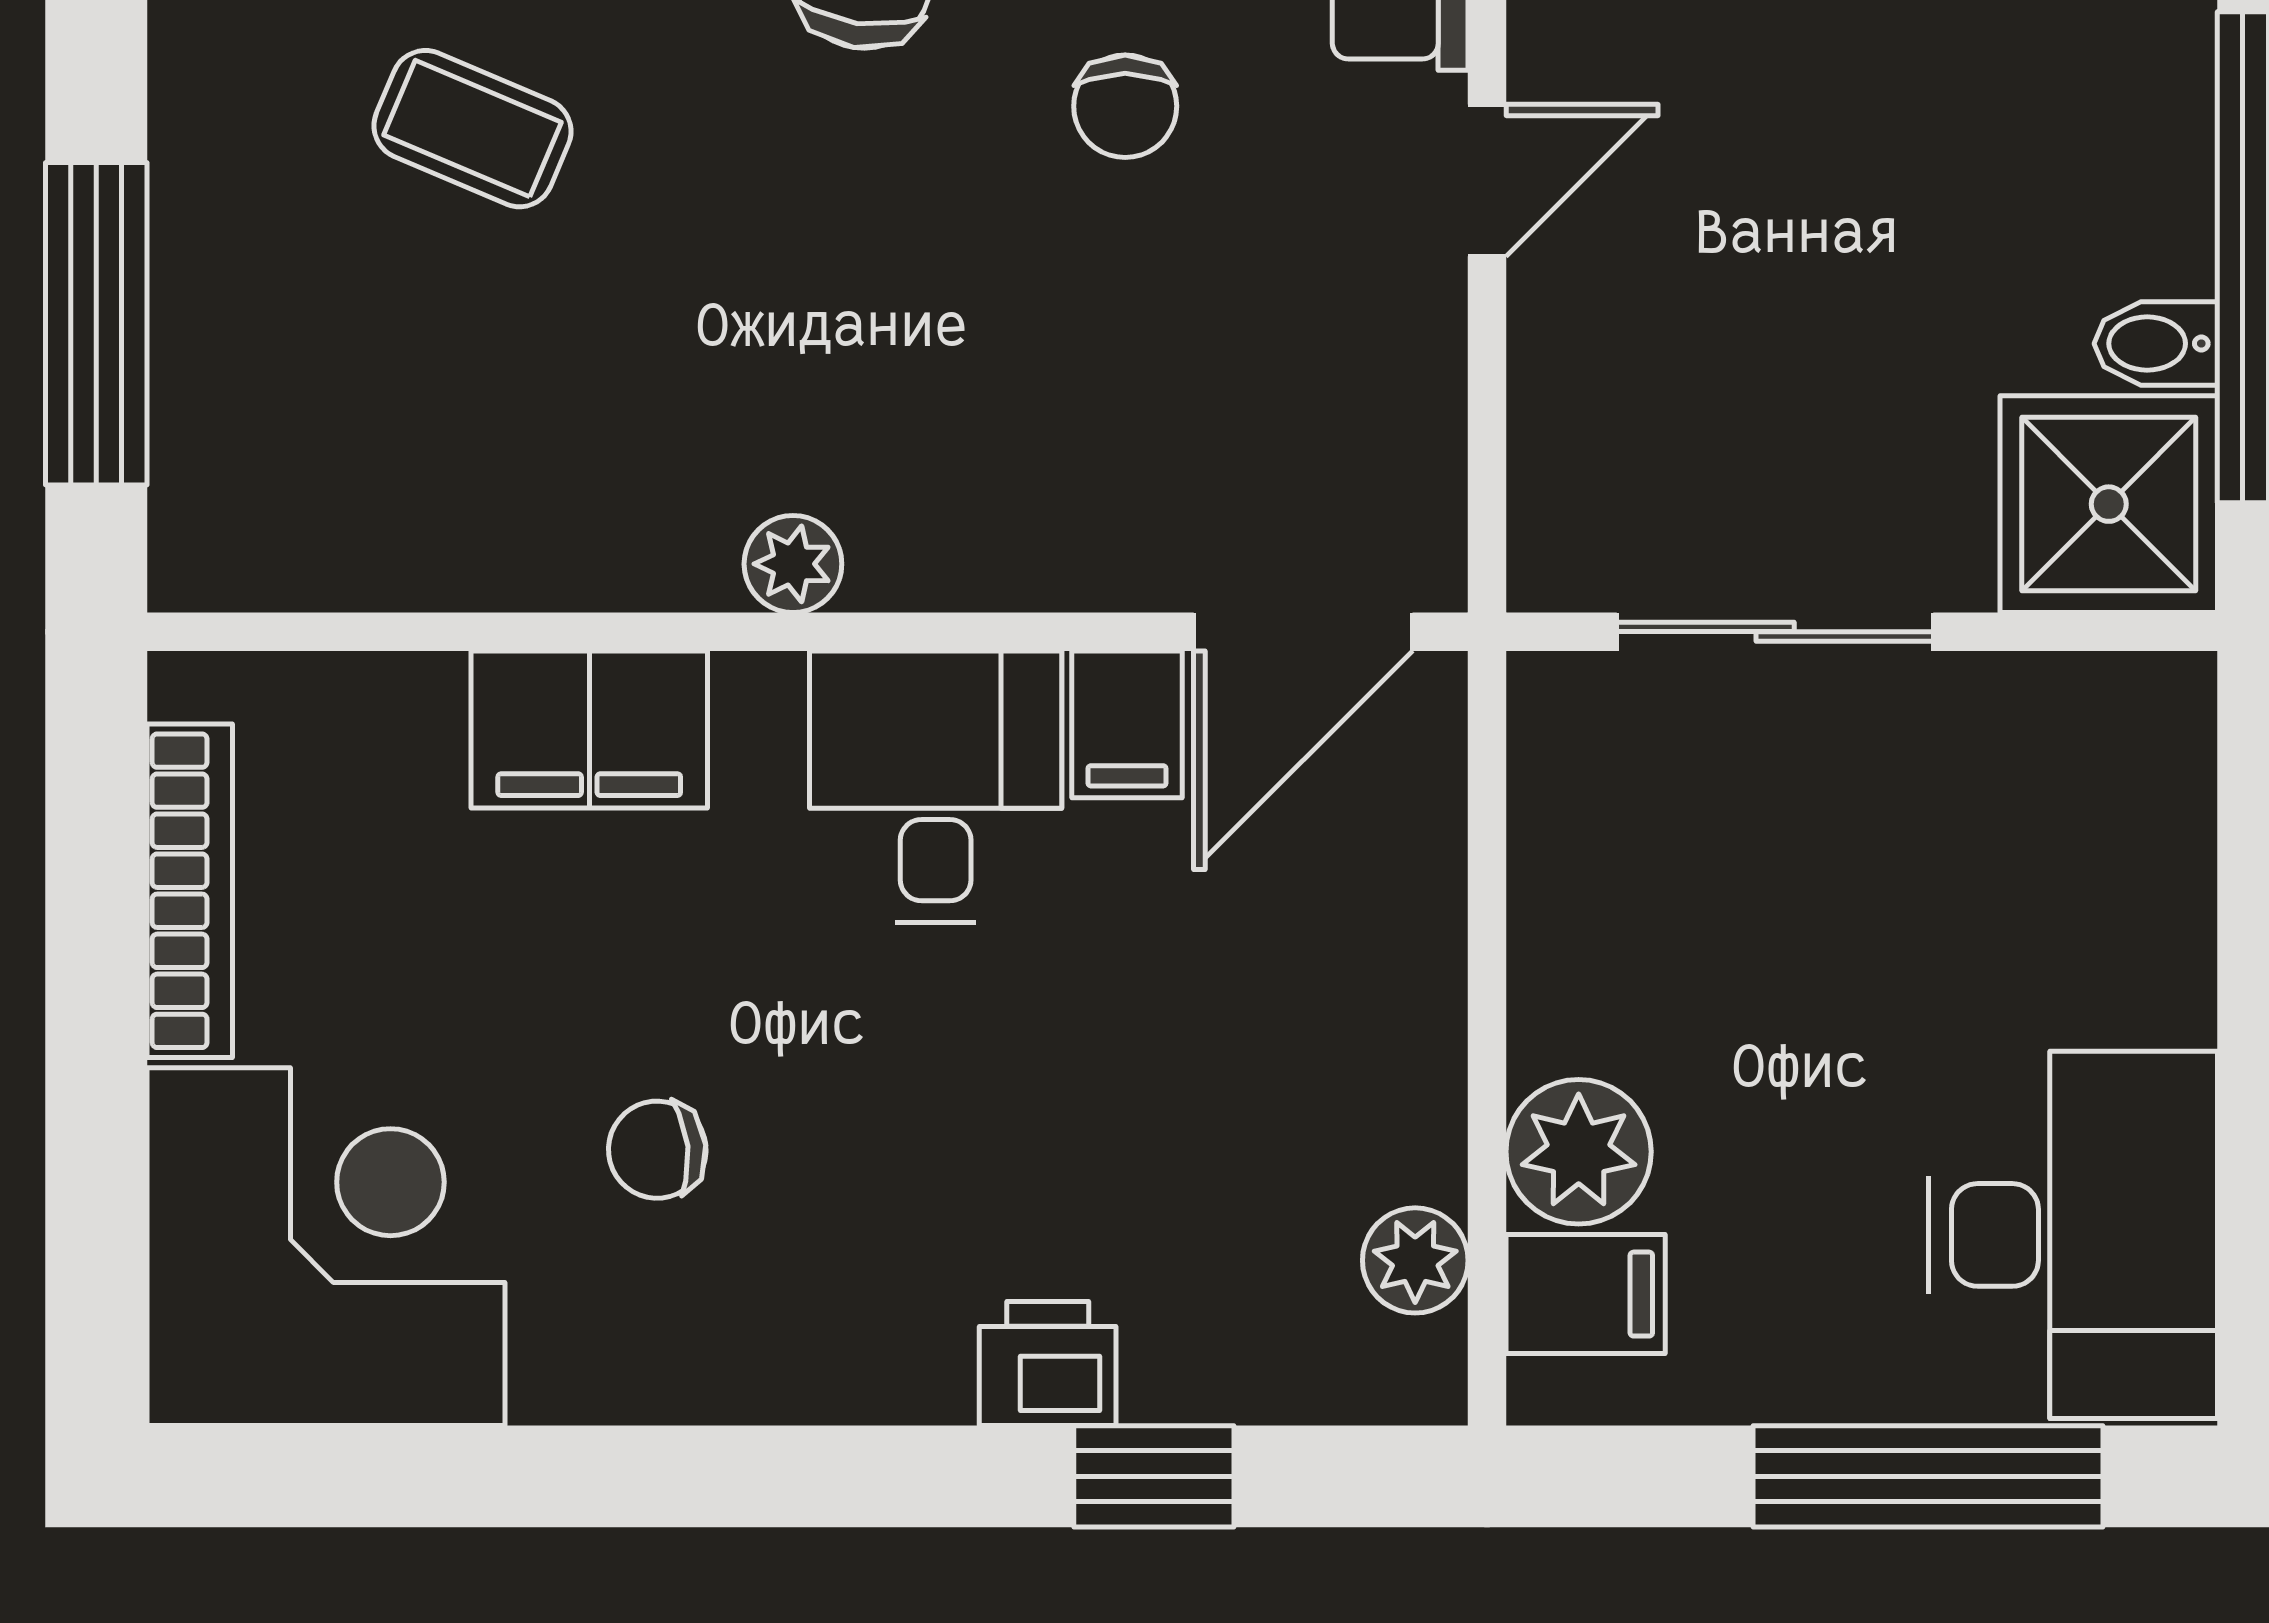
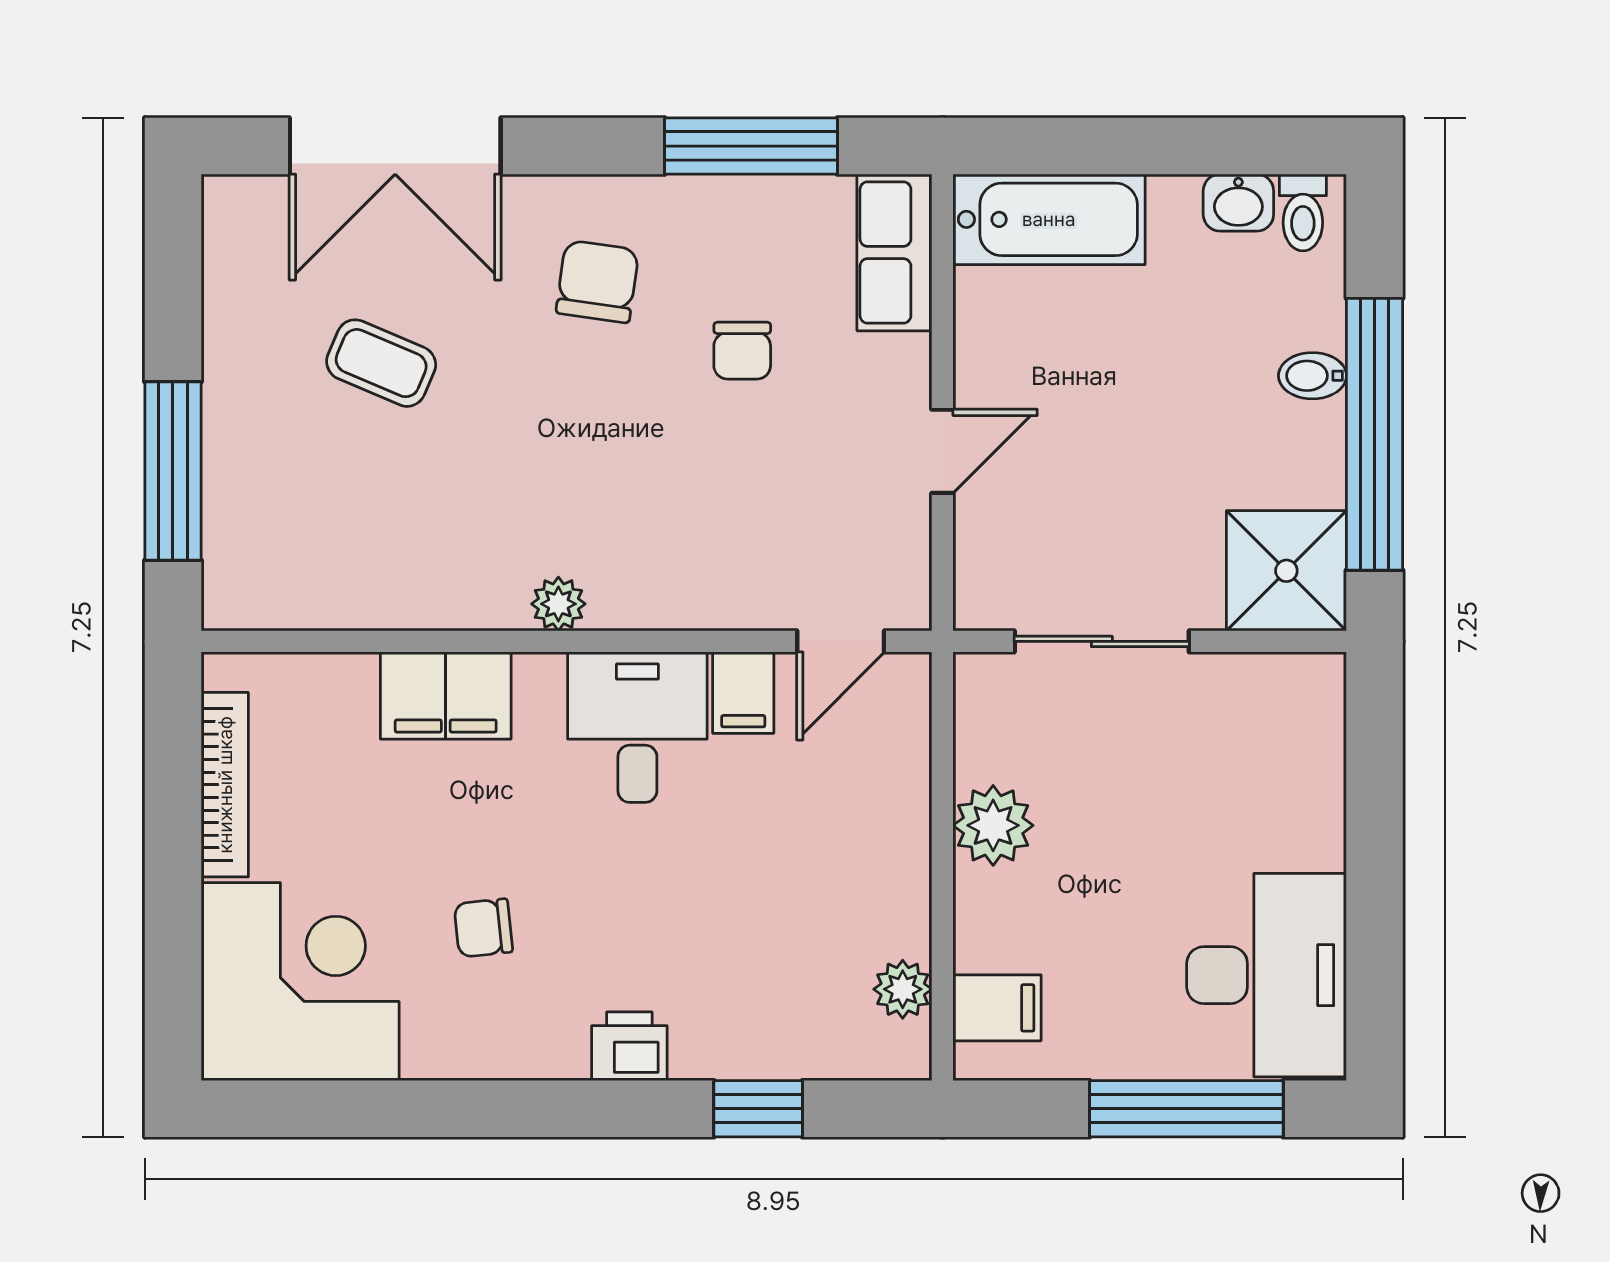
door: (1487, 180) -> (942, 451), moved
bidet: (2156, 344) -> (1312, 376), moved
door: (1303, 632) -> (841, 641), width x0.73
plant: (1579, 1152) -> (993, 825), moved
printer: (1048, 1363) -> (629, 1046), moved

